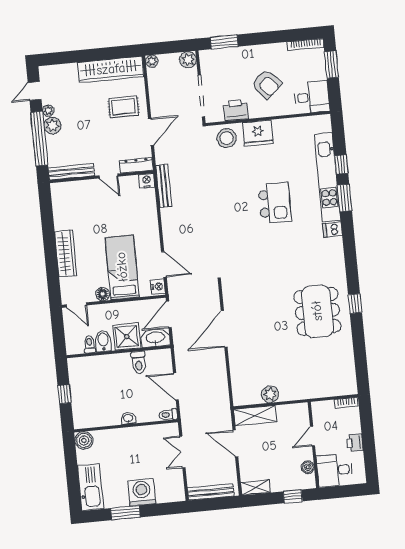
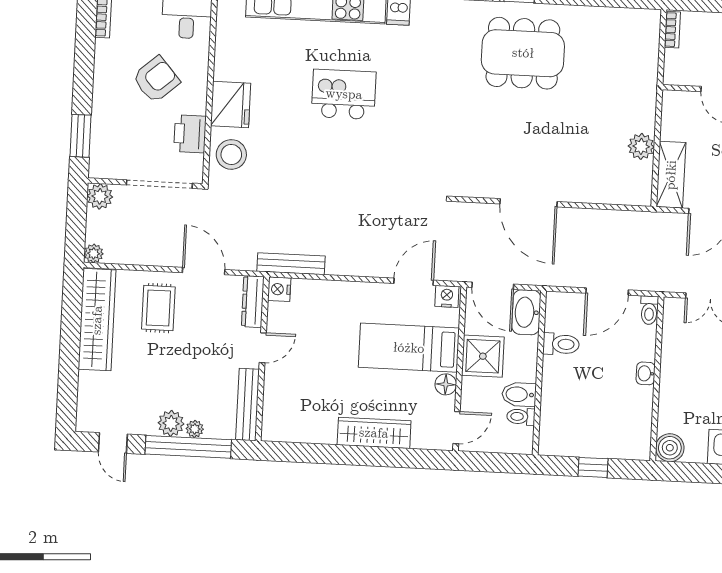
plant: (48, 111) -> (195, 429), moved
shower: (127, 337) -> (483, 356), moved

